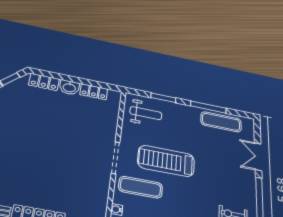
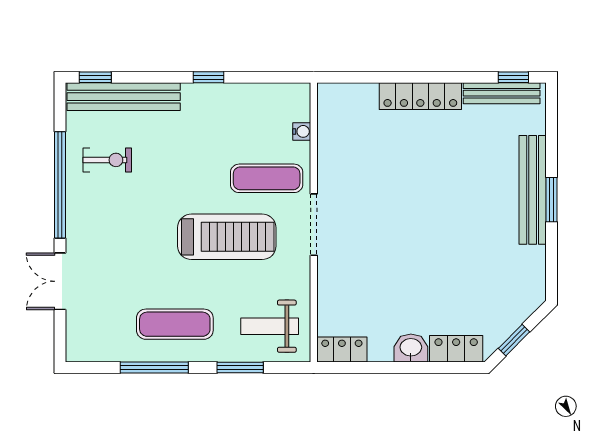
locker: (94, 92) -> (342, 350), moved
exercise mat: (221, 122) -> (175, 324), moved
double door: (258, 157) -> (60, 281), swing flipped

